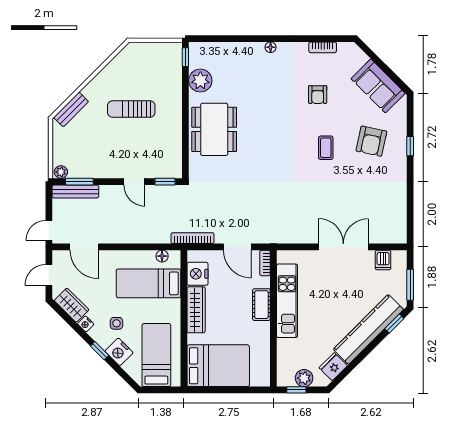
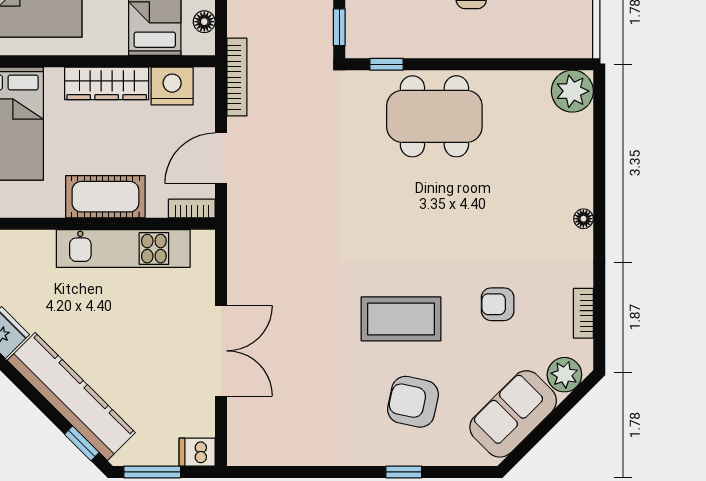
window: (185, 57) -> (387, 64), moved
plant: (356, 58) -> (564, 375), added
plant: (200, 81) -> (572, 91), moved
coffee table: (326, 148) -> (401, 319), width x1.86, depth x1.72
dishwasher: (383, 260) -> (197, 452), moved
cot: (261, 305) -> (105, 197), width x1.37, depth x1.34

